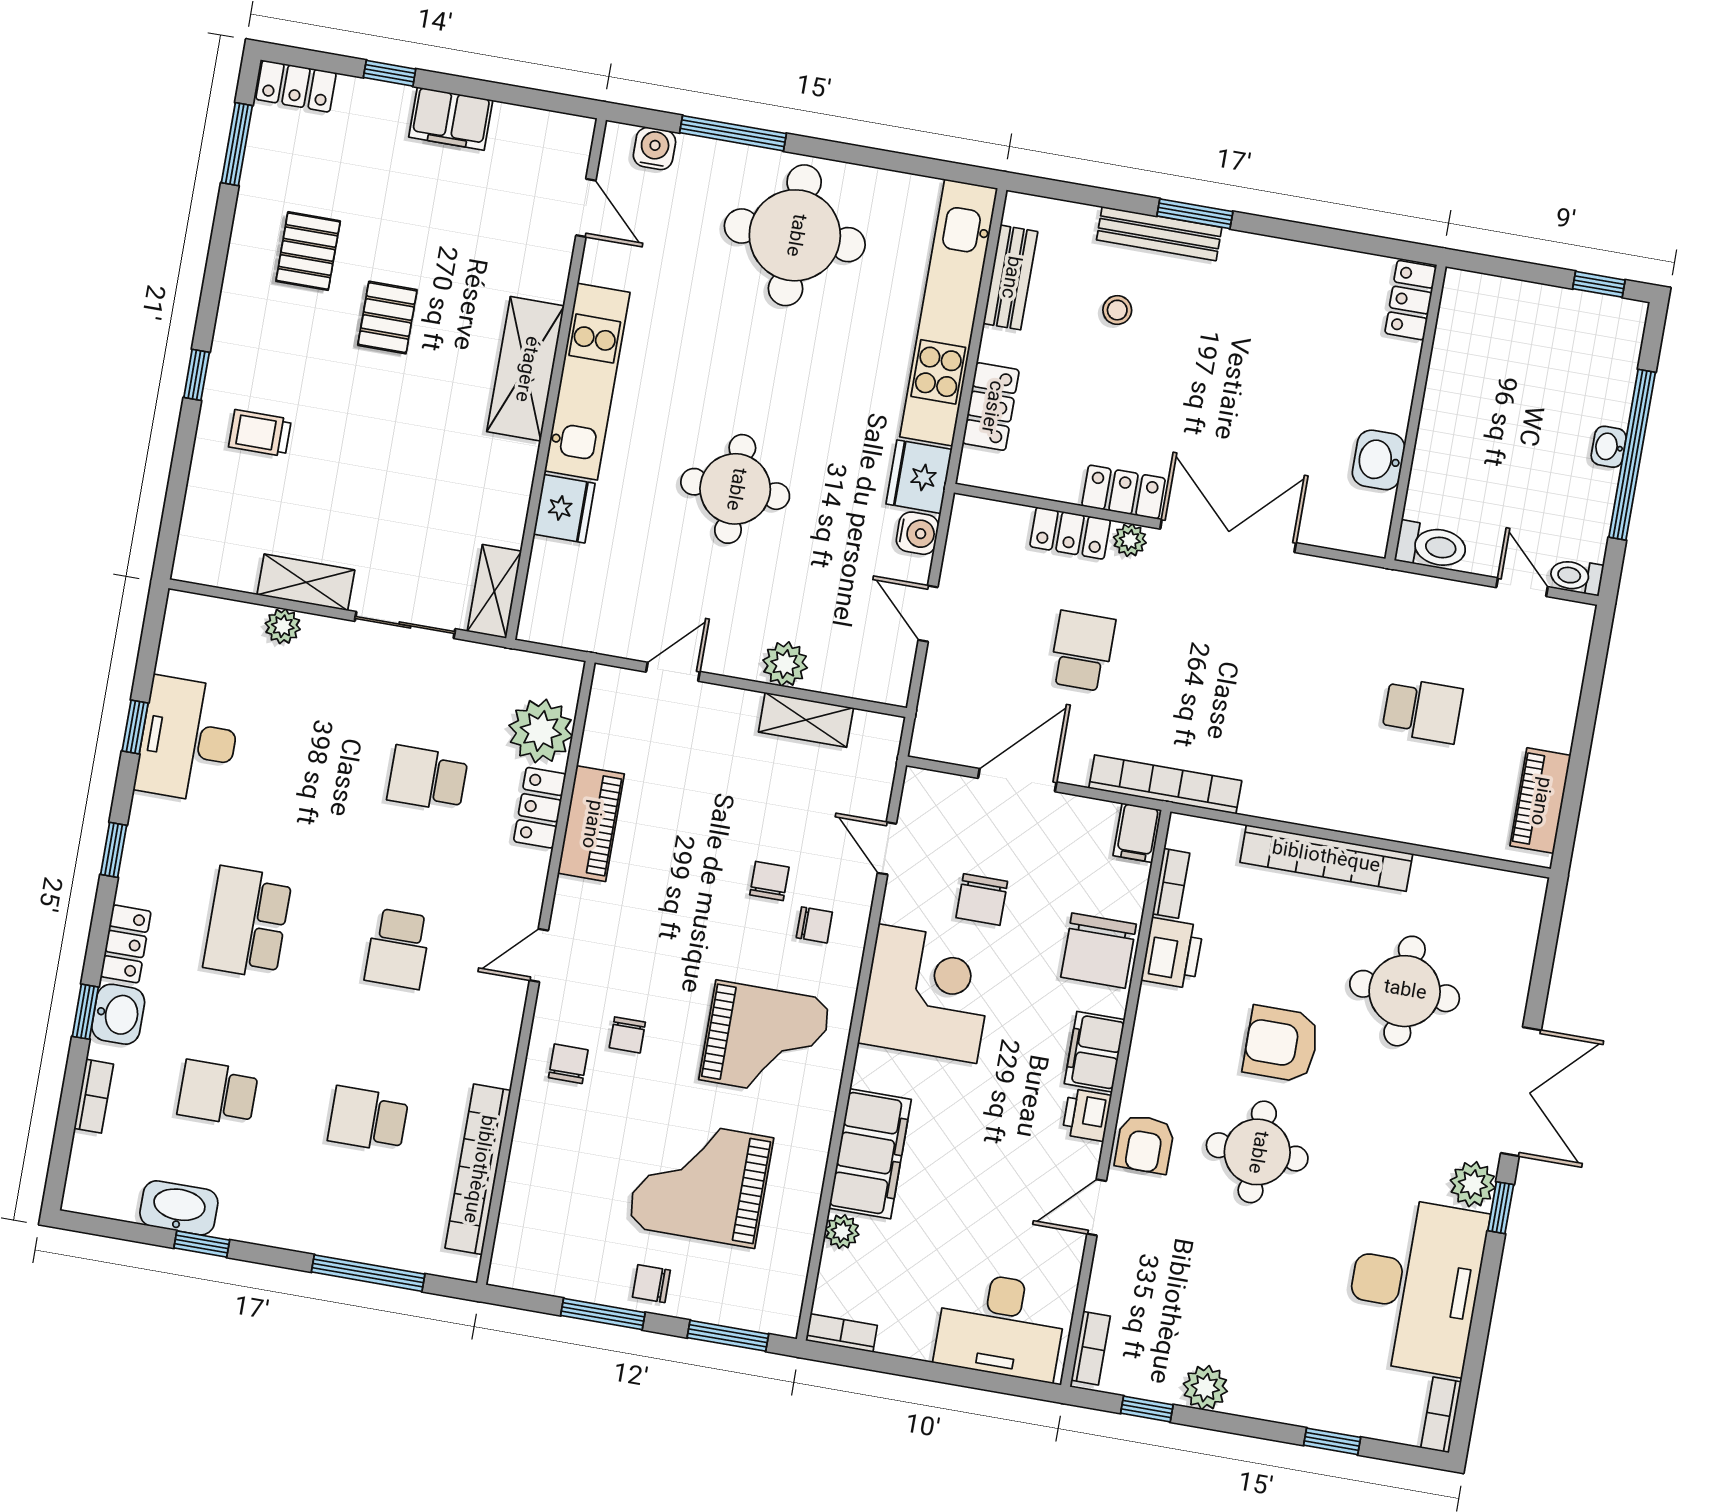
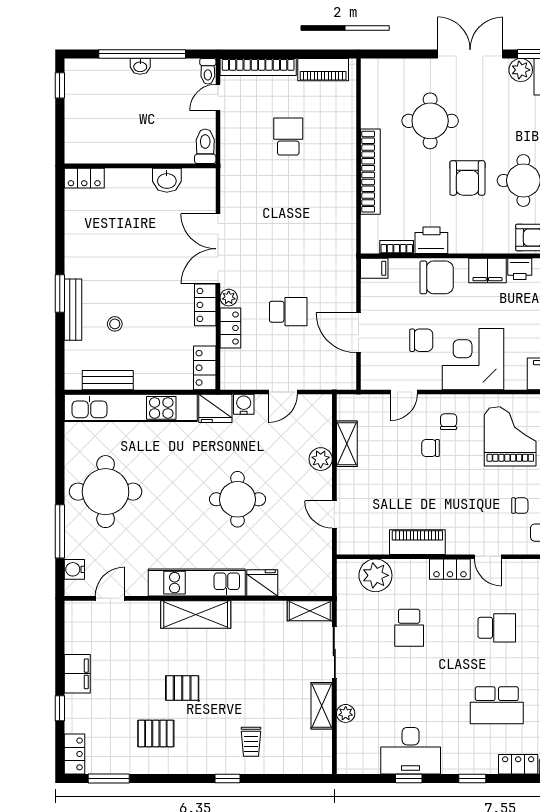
locker: (991, 407) -> (205, 368), moved, turned -90
school desk: (1082, 651) -> (288, 312), turned 180
bookcase: (1165, 784) -> (258, 67), moved, turned -90
locker: (540, 808) -> (450, 569), moved

